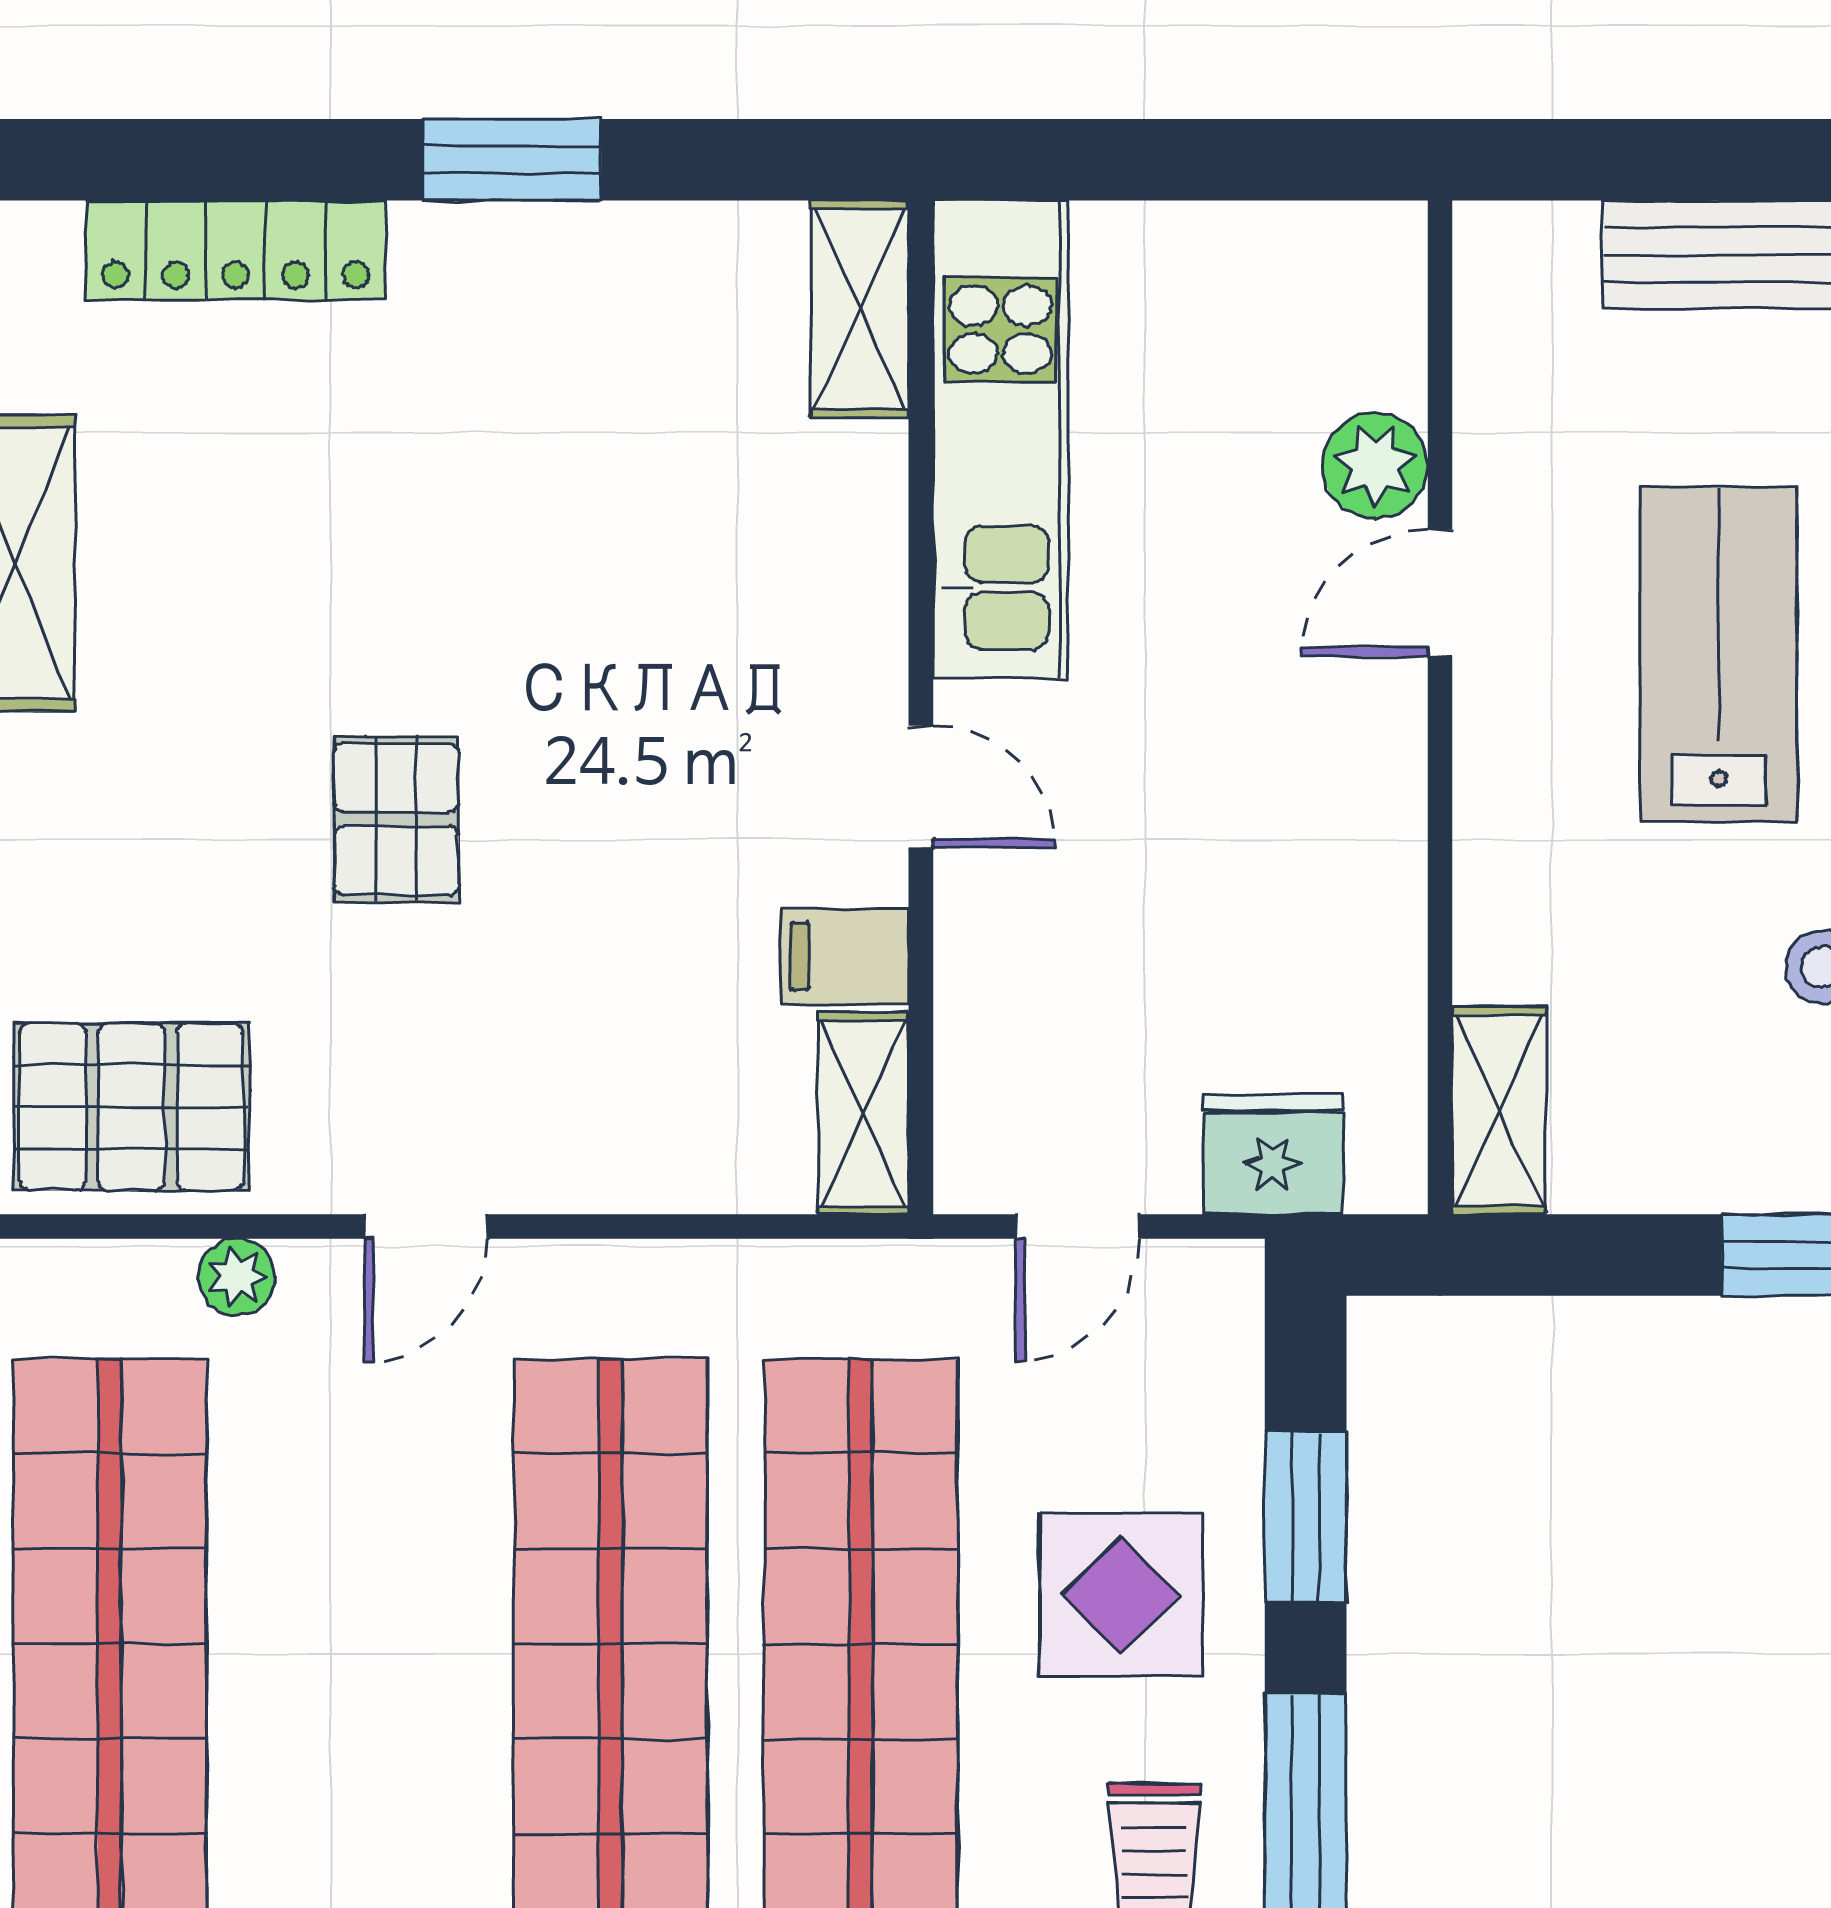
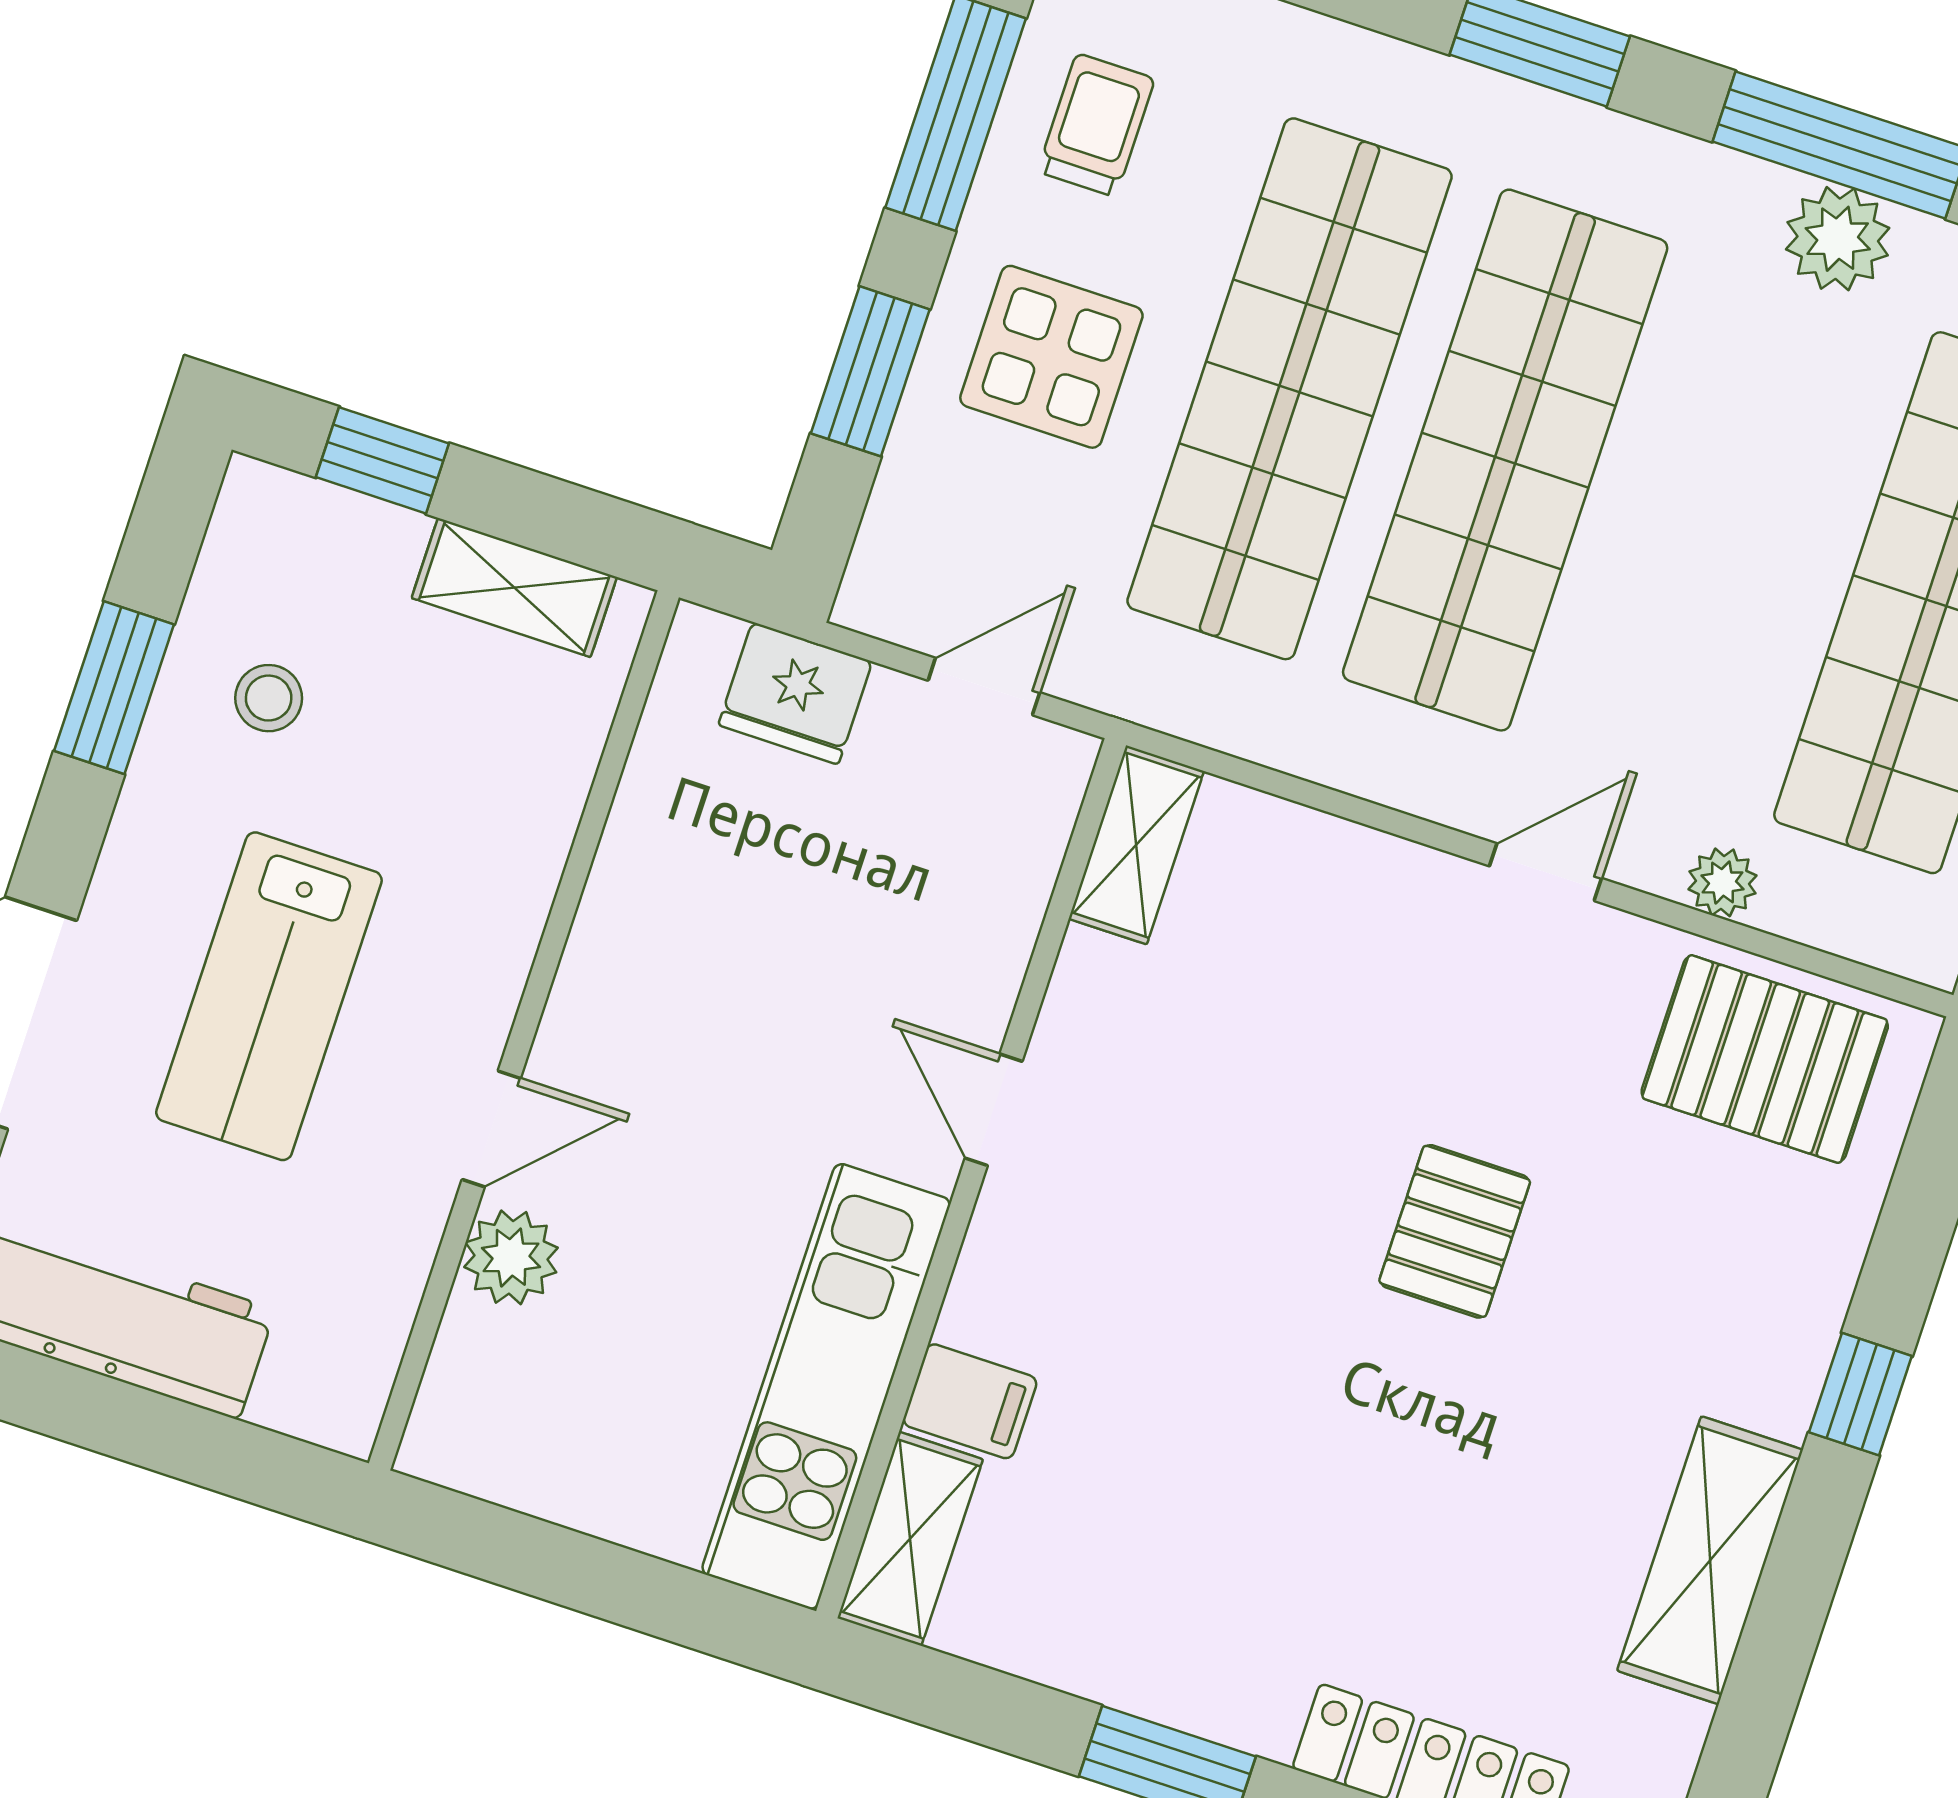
filing cabinet: (845, 957) -> (970, 1401), moved
shelving: (1499, 1110) -> (514, 588), moved, turned 90

